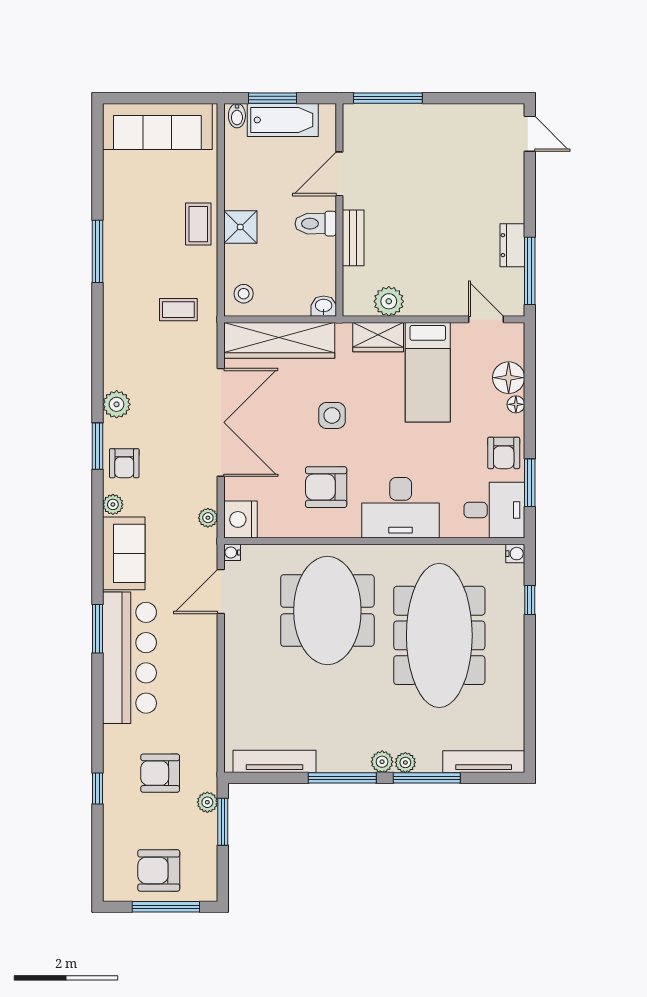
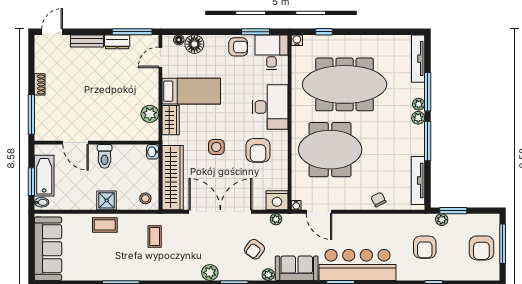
shoe rack: (439, 112) -> (40, 84), added
bench: (353, 238) -> (87, 41), moved
floor lamp: (516, 404) -> (179, 40), moved
armchair: (124, 463) -> (254, 249), moved, turned 127
chair: (242, 694) -> (378, 200), added

